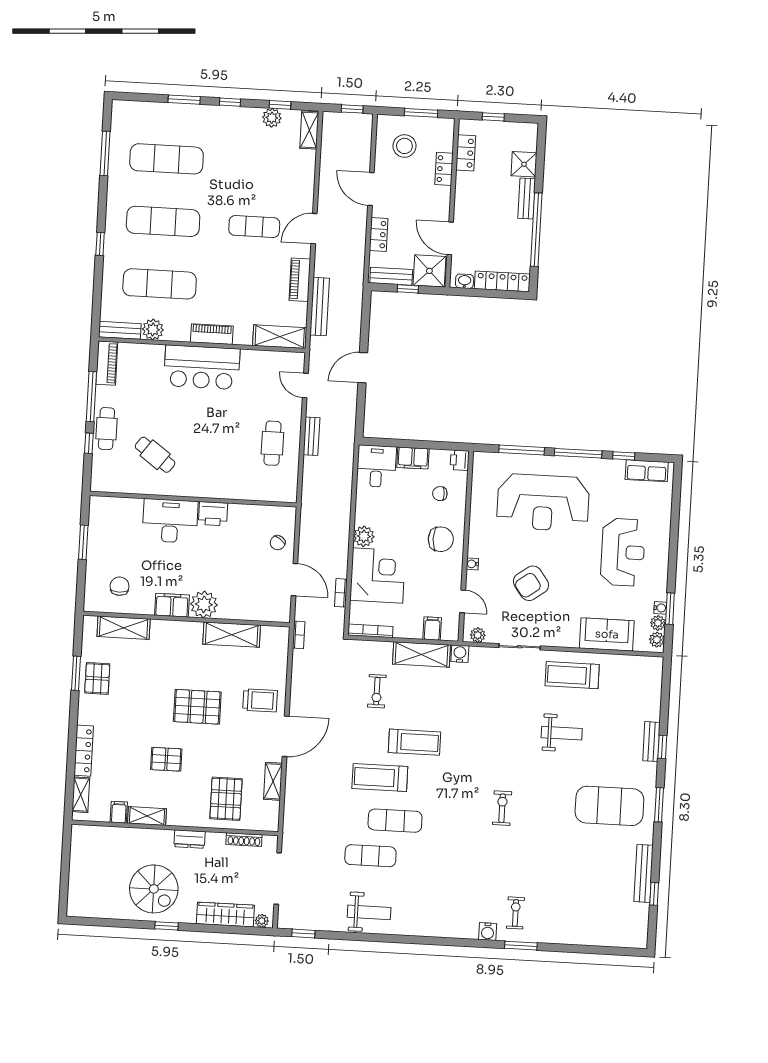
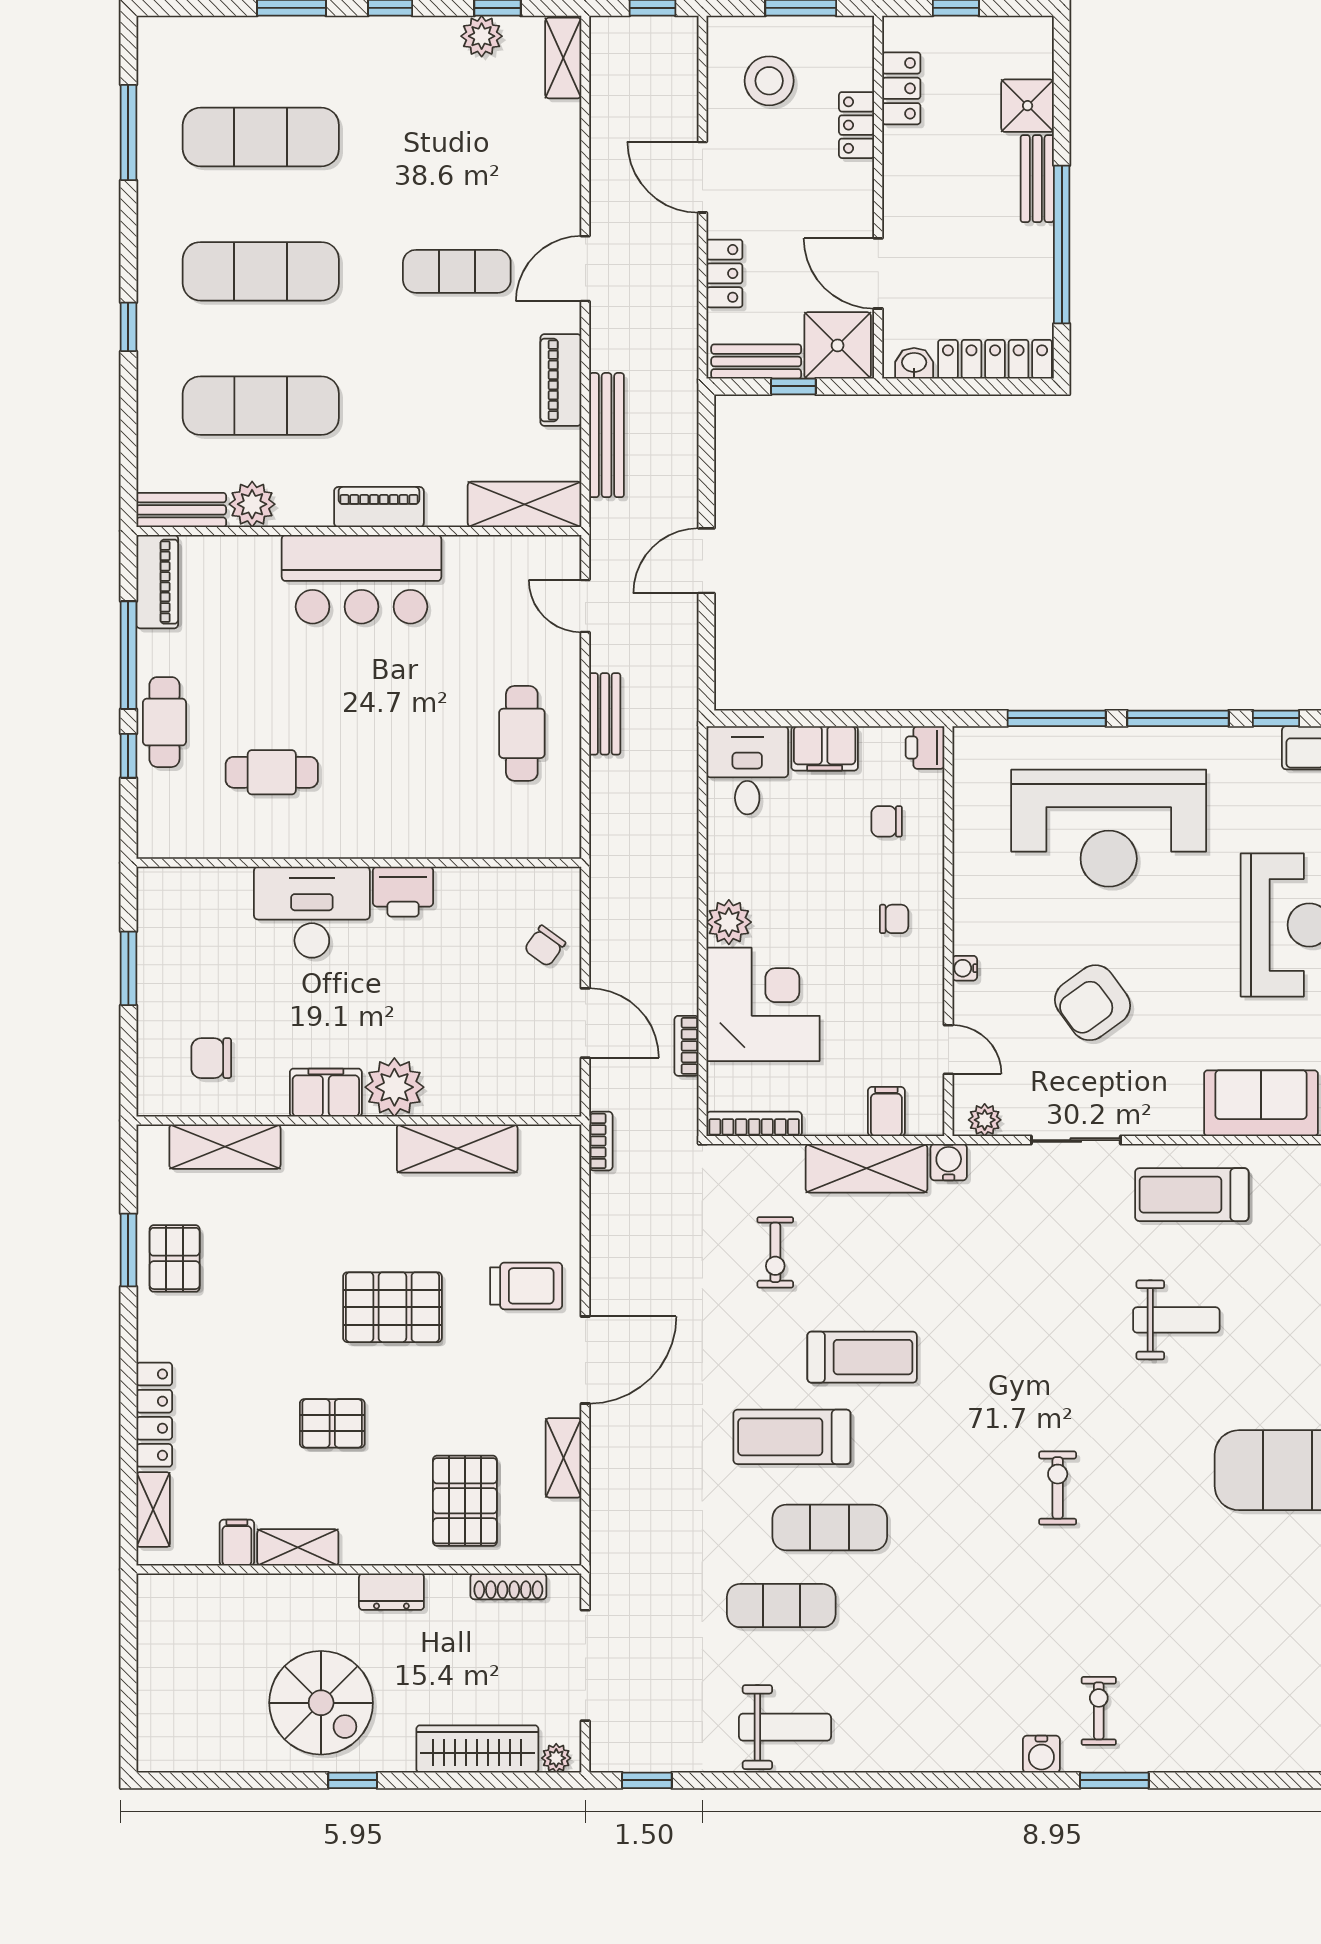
cafe table: (155, 455) -> (272, 772), turned -36
chair: (441, 539) -> (894, 919), width x0.54, depth x0.54
chair: (120, 586) -> (211, 1058), turned -90

